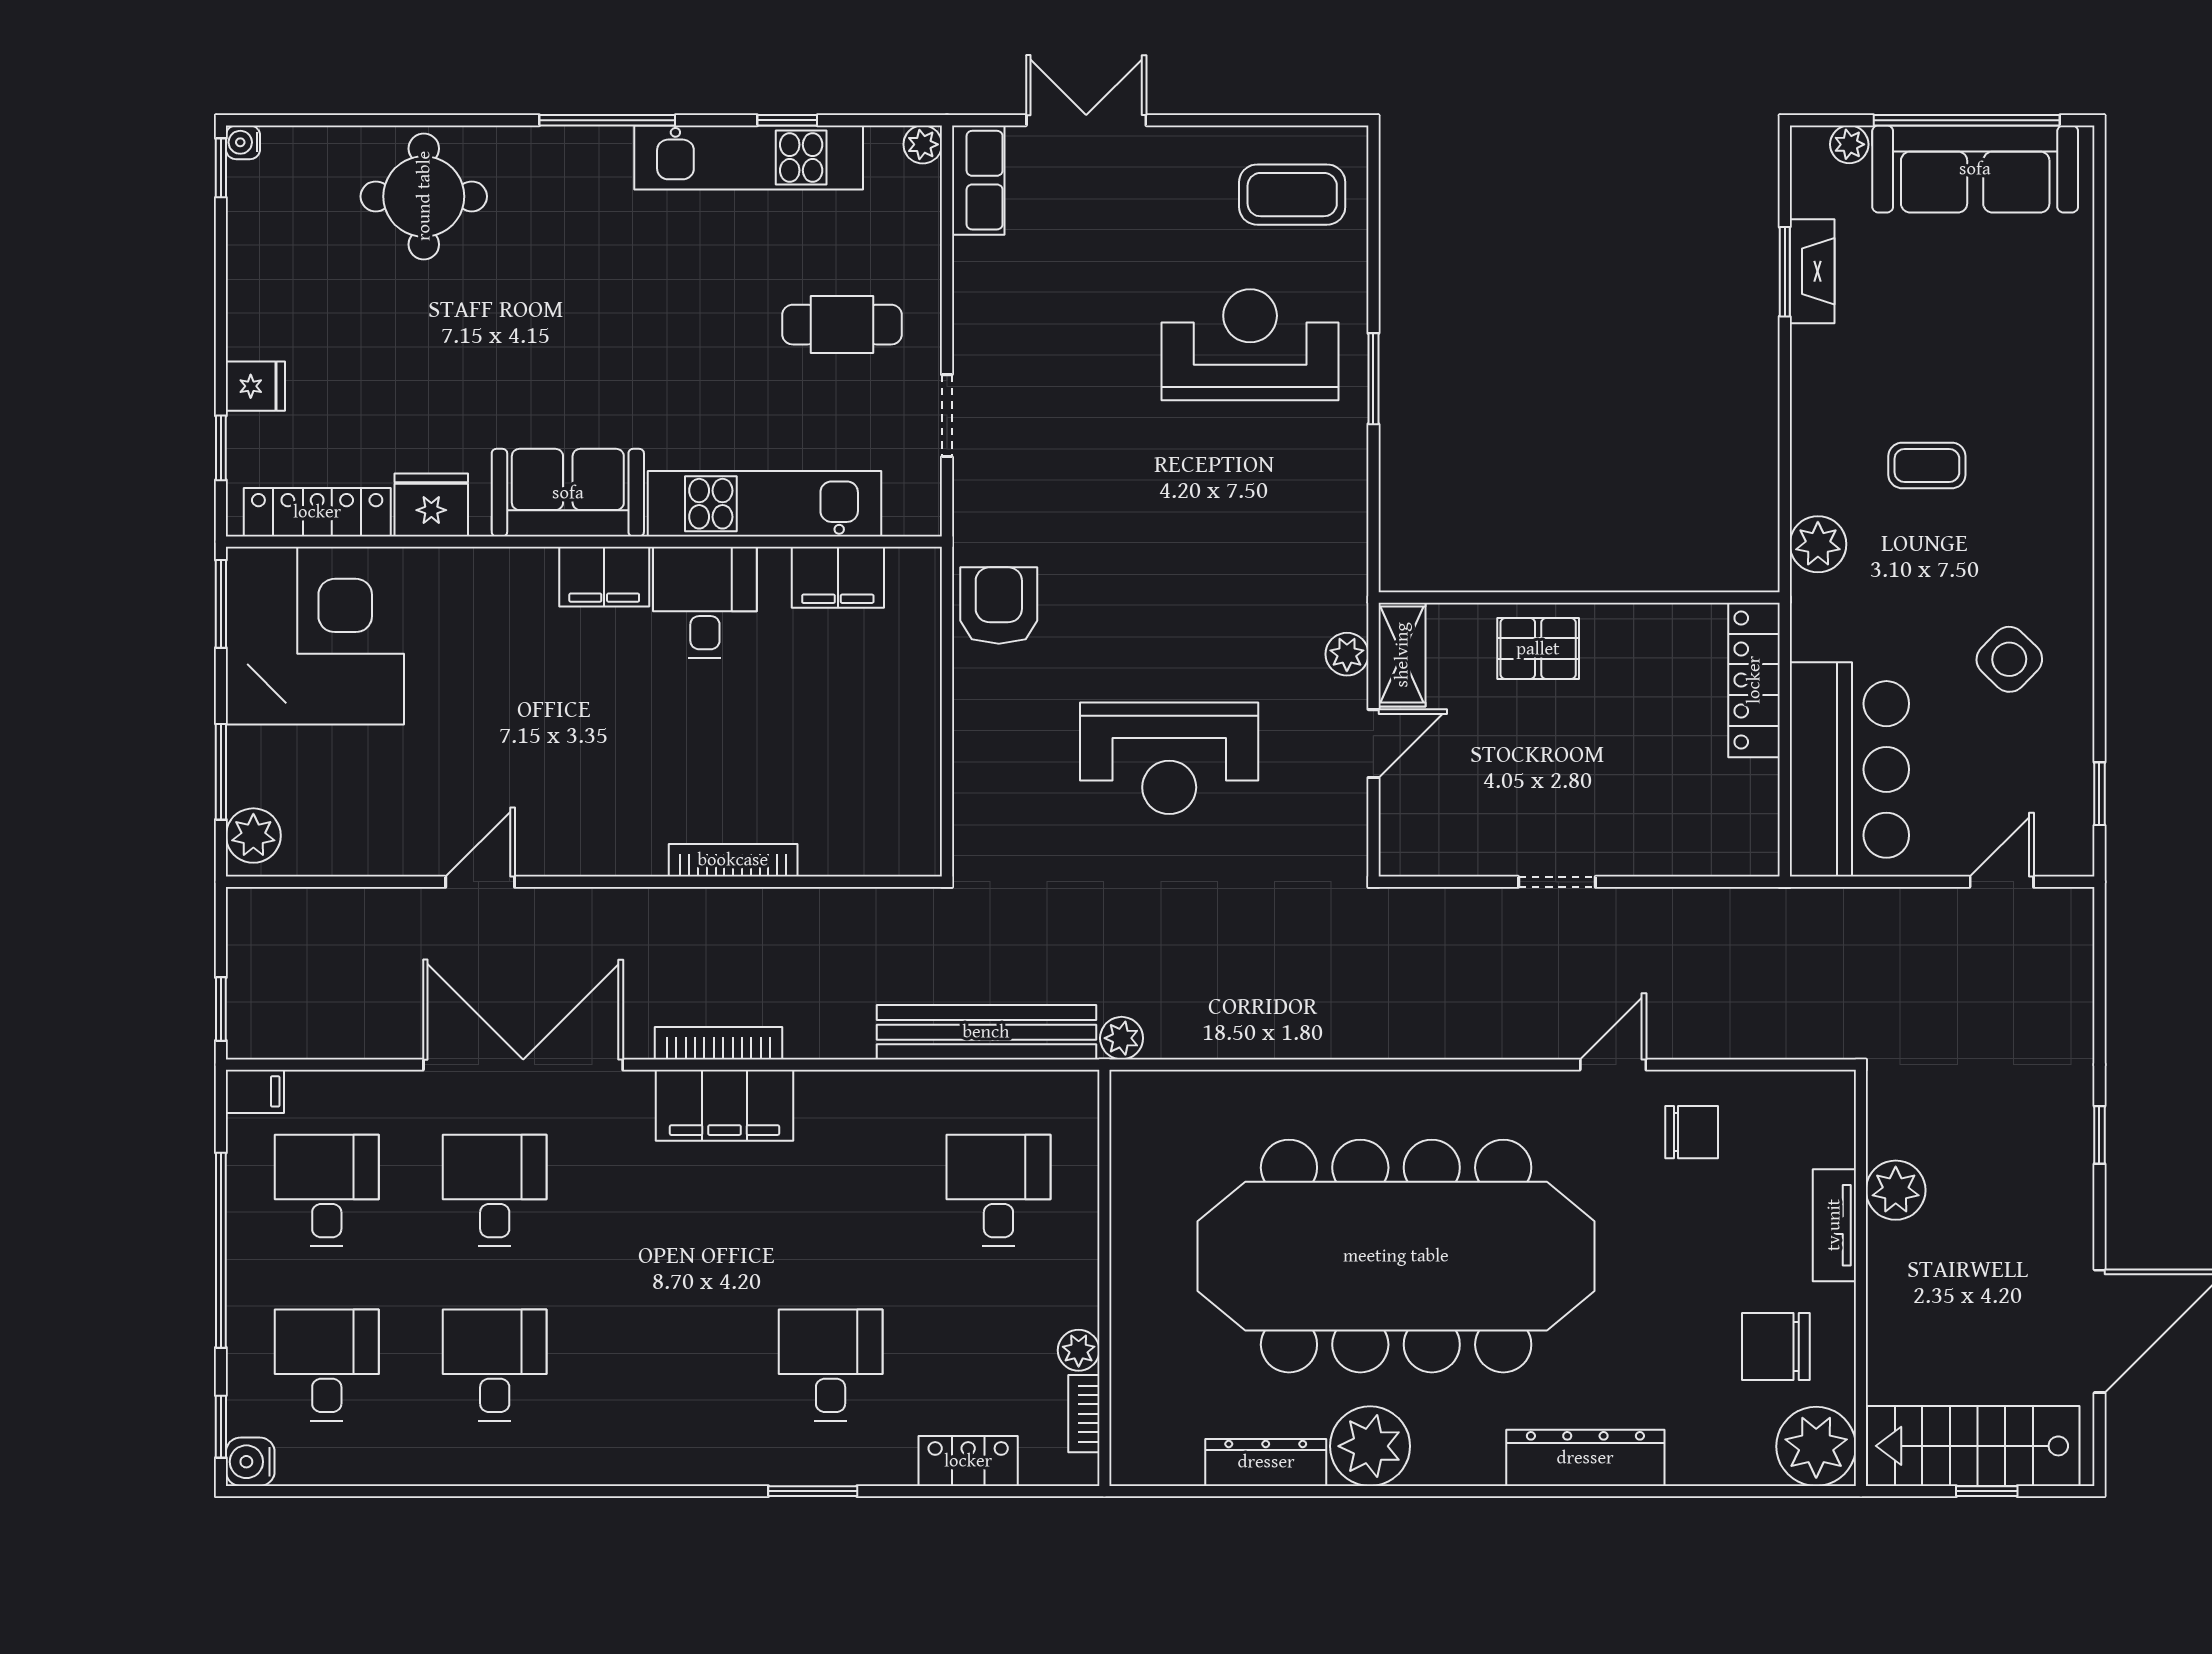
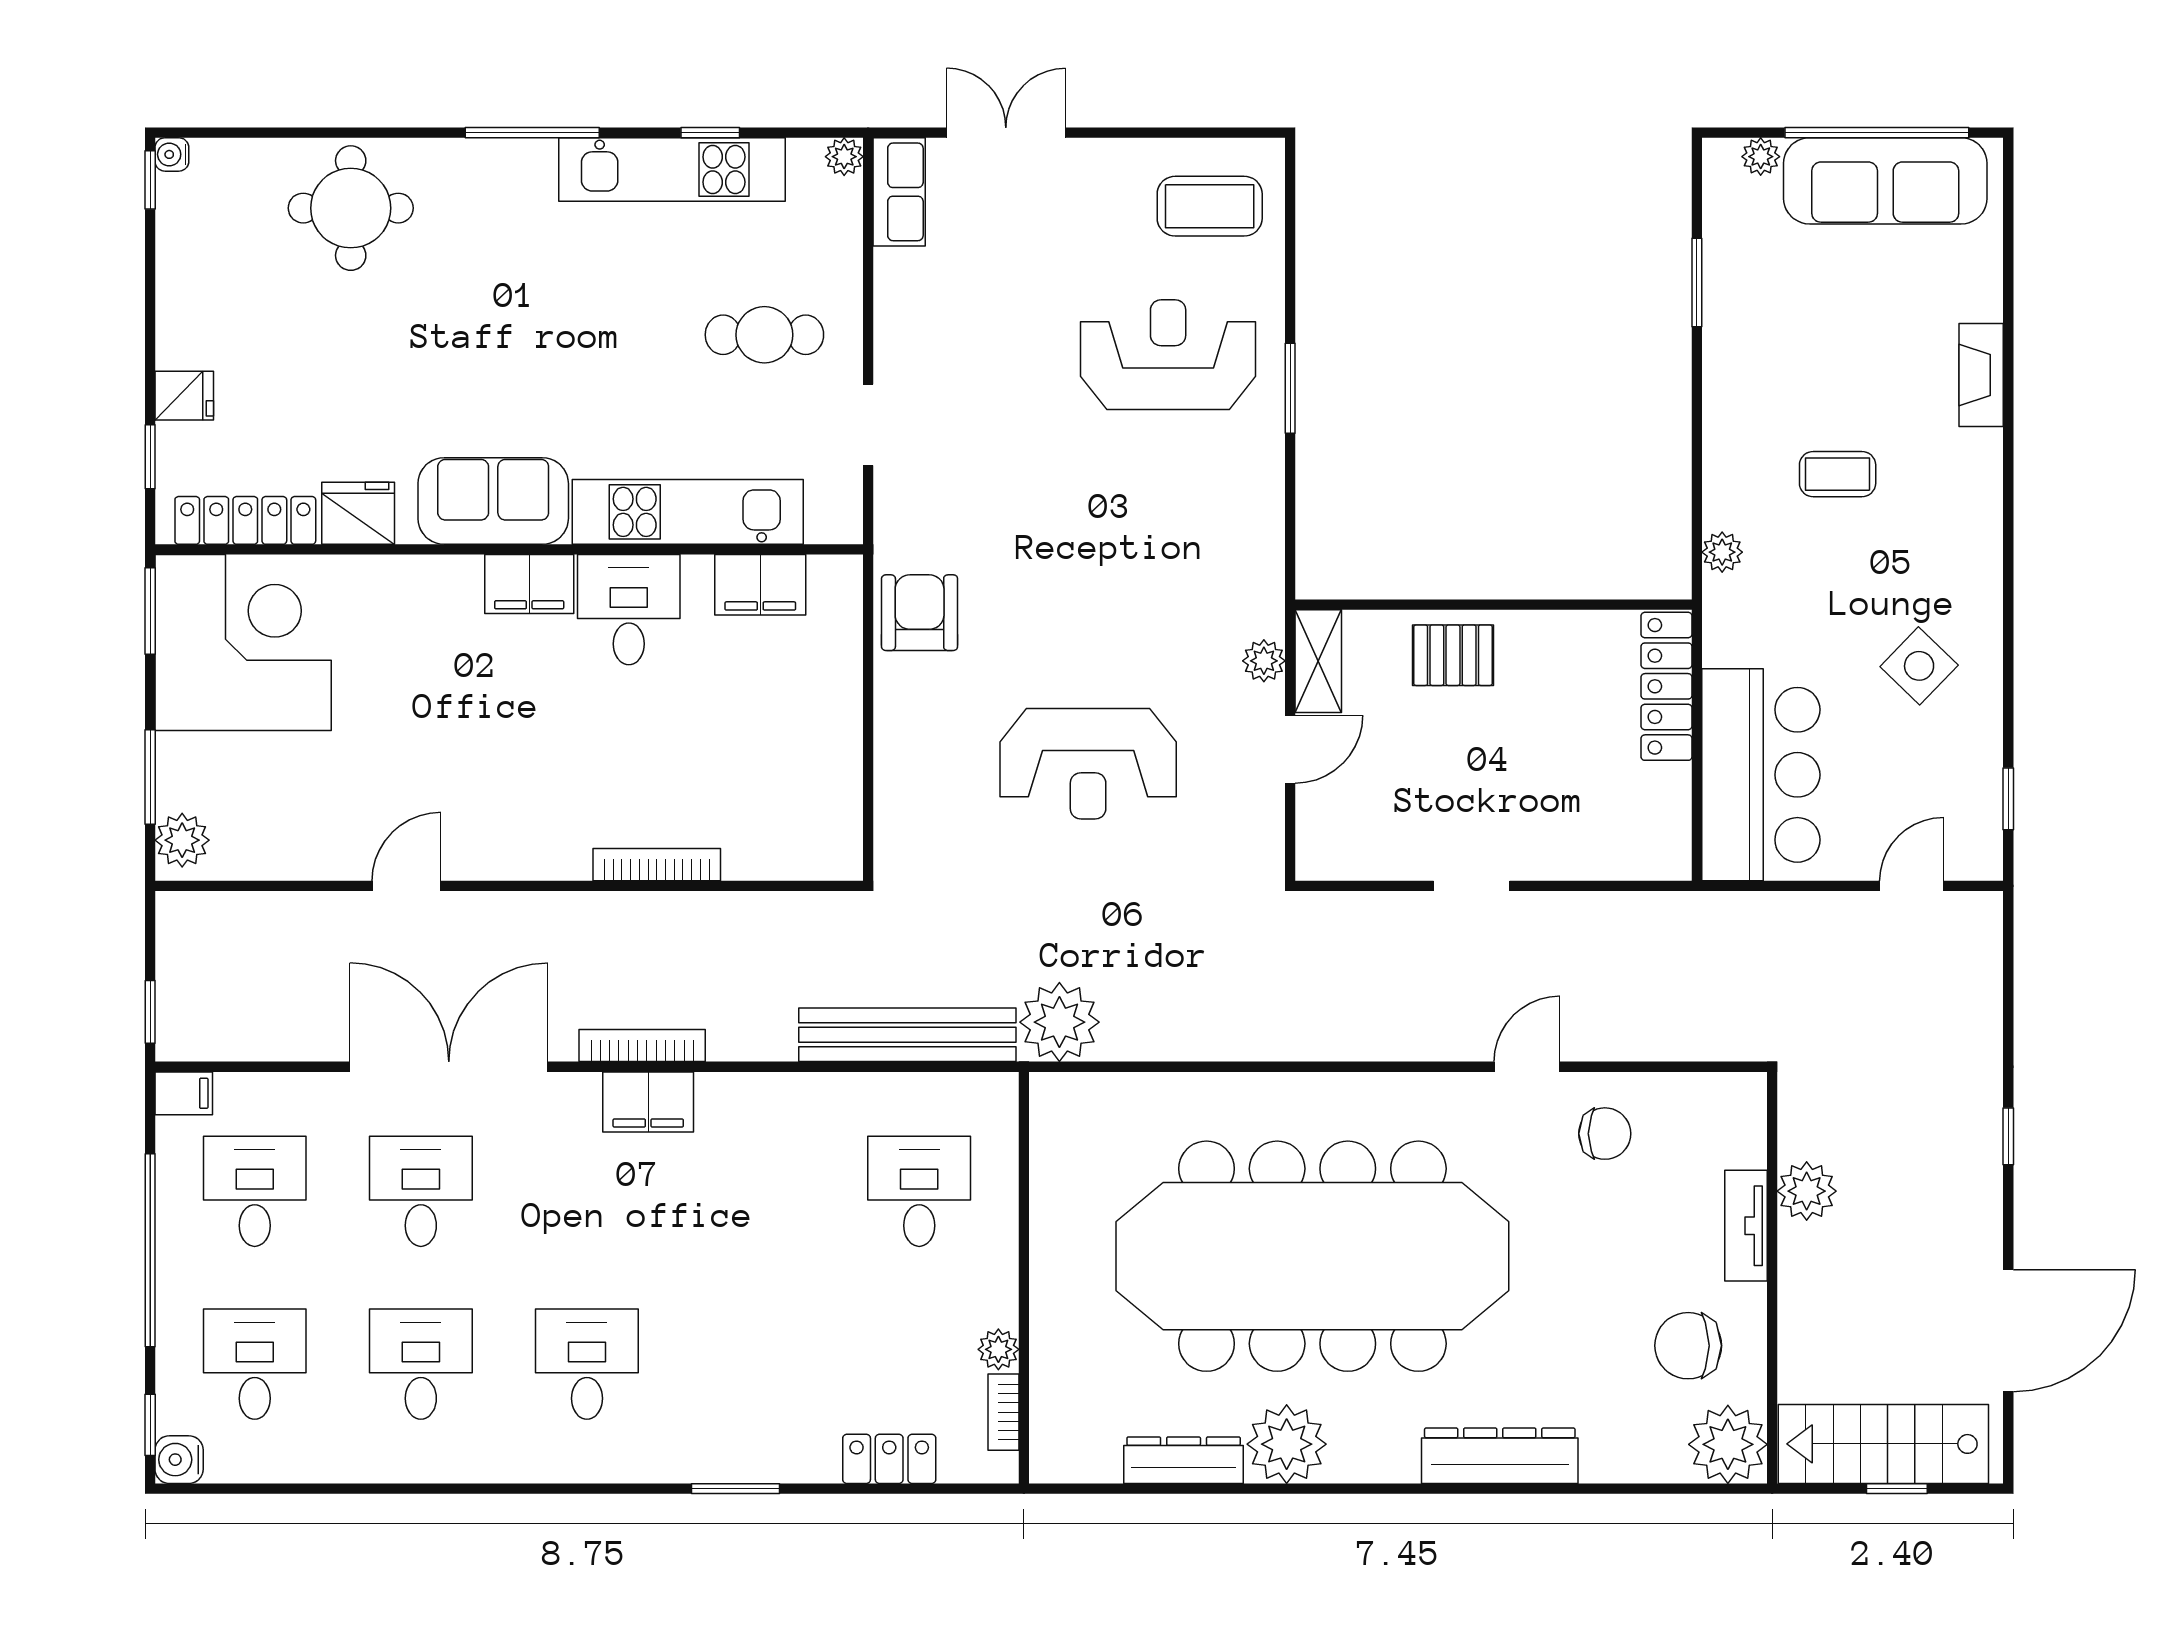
fireplace: (1812, 271) -> (1981, 375), moved, turned 180
plant: (1818, 544) -> (1722, 552), width x0.73, depth x0.73
plant: (1122, 1038) -> (1059, 1022), width x1.88, depth x1.88
filing cabinet: (724, 1105) -> (648, 1102), width x0.67, depth x0.86
desk: (831, 1365) -> (587, 1364), moved

